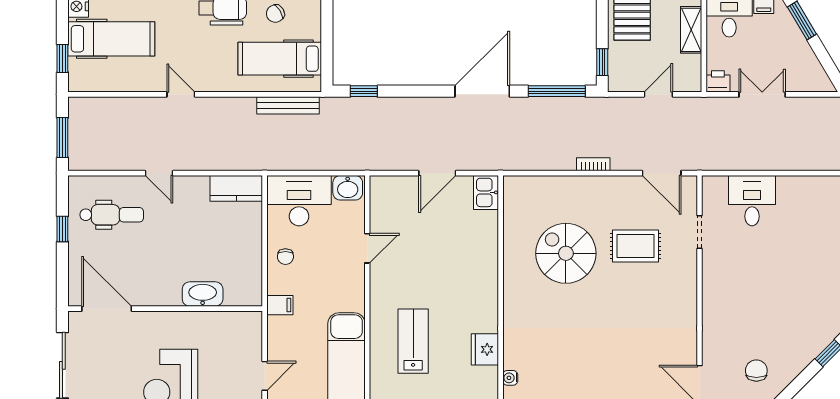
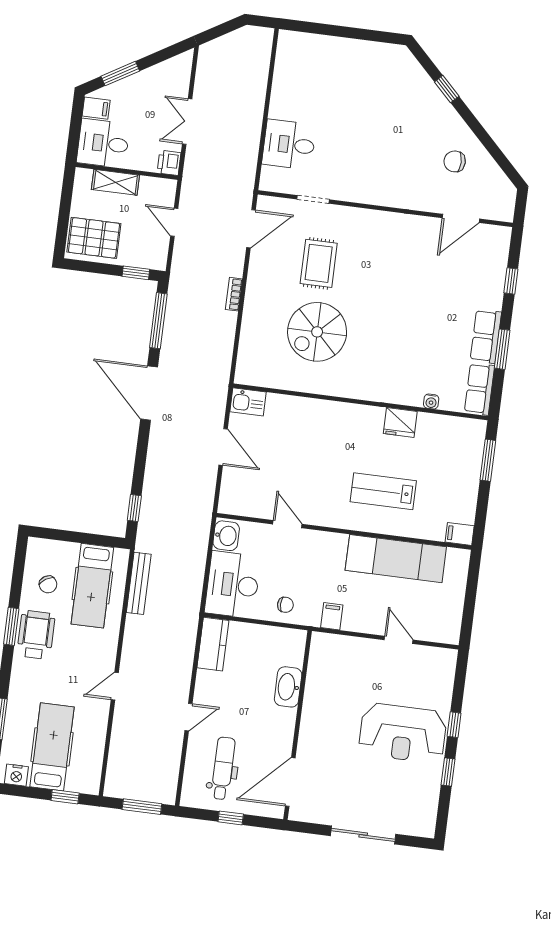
washbasin: (203, 294) -> (288, 687), moved
door: (107, 309) -> (290, 782), moved
wall: (165, 309) -> (298, 725), moved

